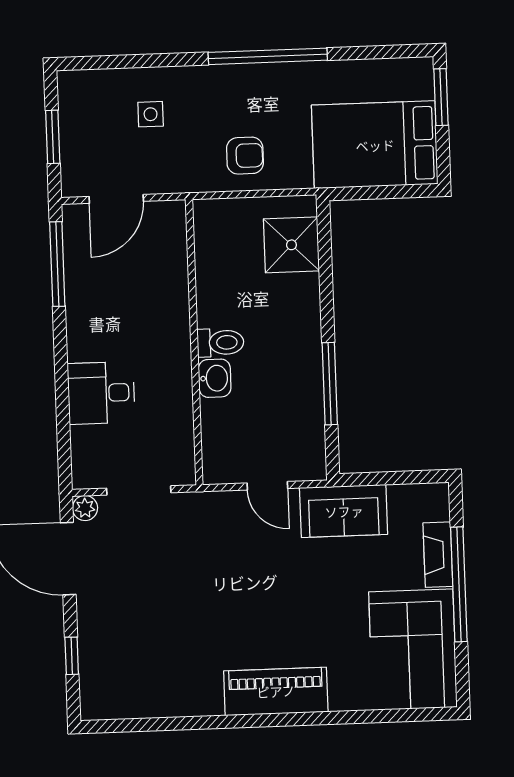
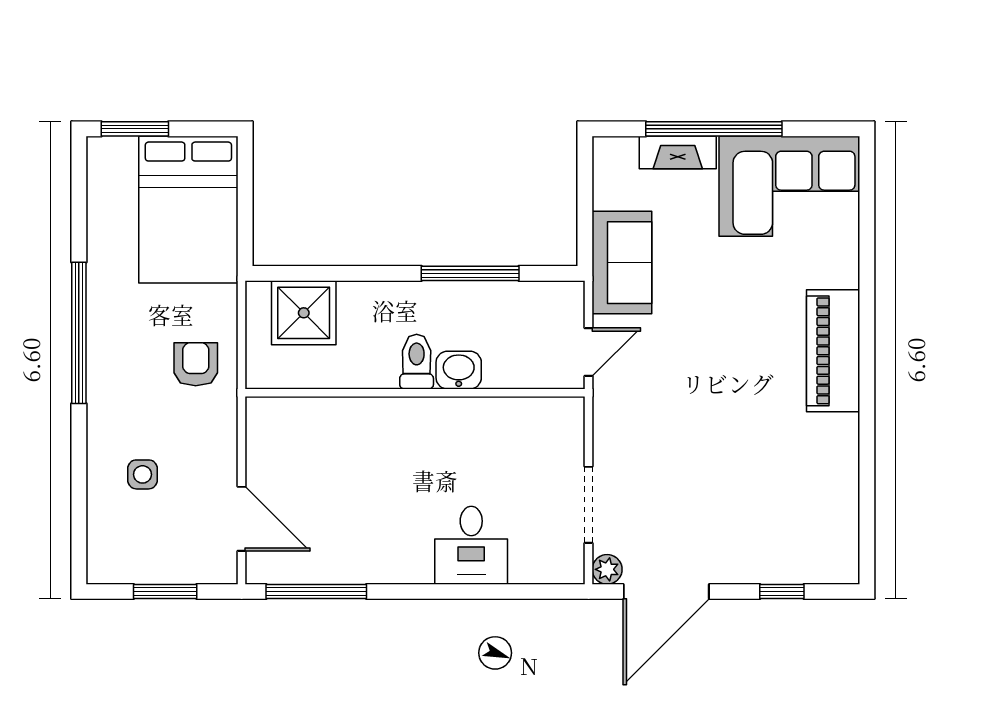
wall: (194, 342) -> (415, 393), moved
toilet: (220, 343) -> (417, 362), moved
washbasin: (215, 378) -> (459, 370), moved

